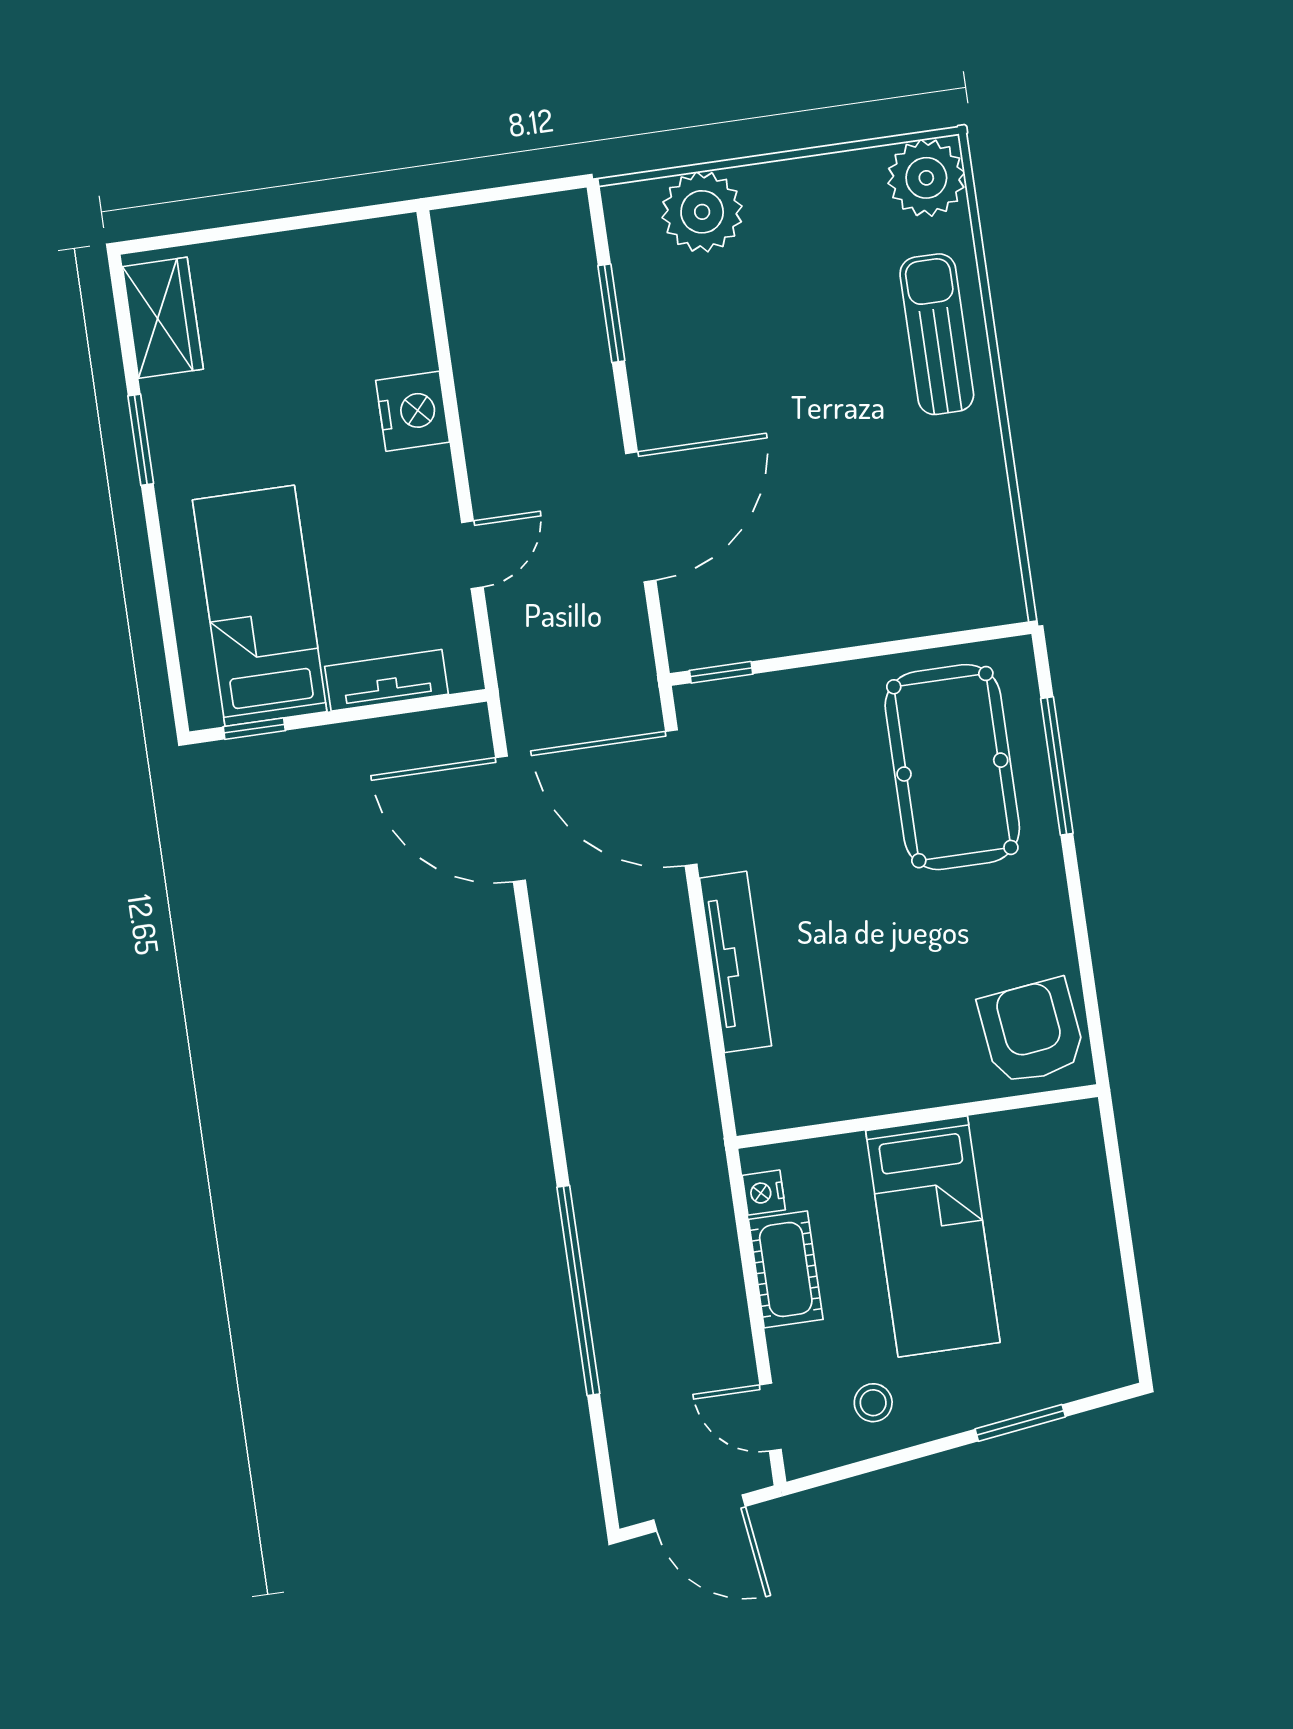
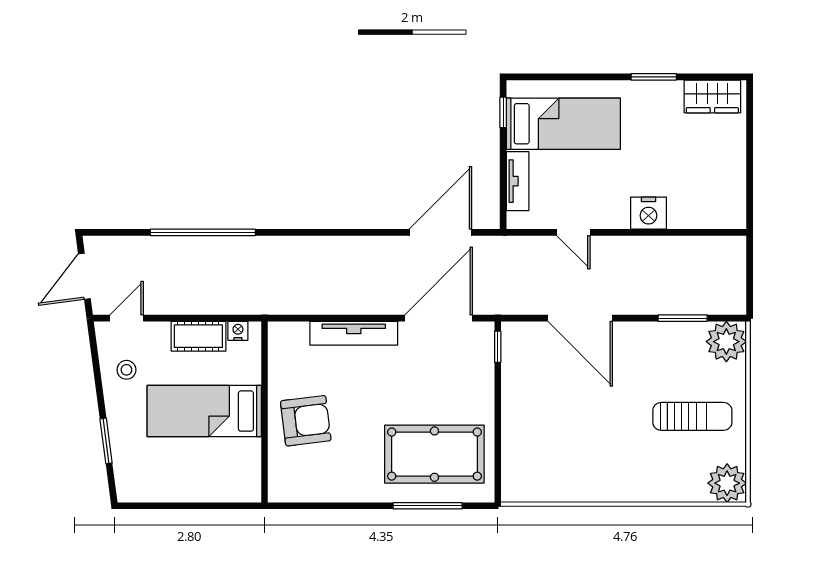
plant: (702, 212) -> (726, 342), moved
sun lounger: (937, 334) -> (692, 416), moved
armchair: (1032, 1032) -> (306, 421), moved

